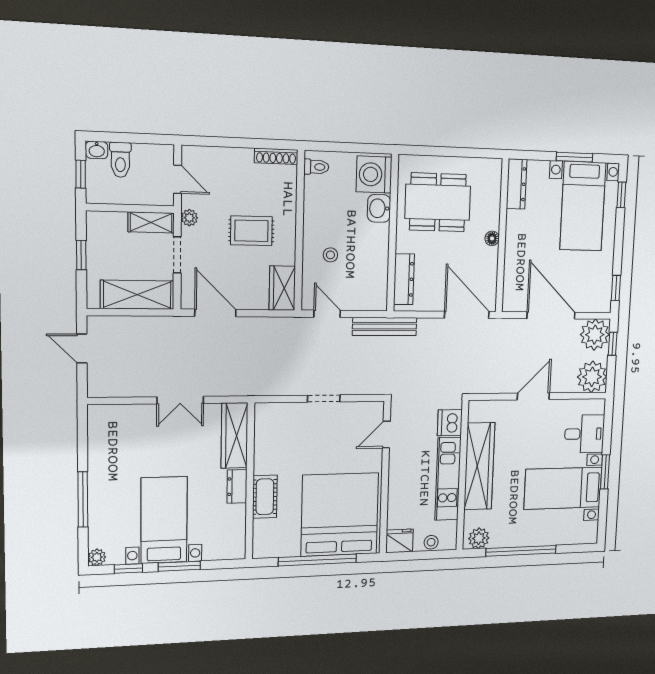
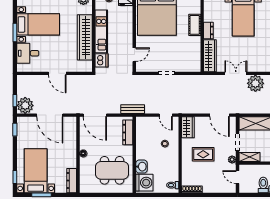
bench: (385, 327) -> (133, 109), width x0.73
plant: (592, 377) -> (255, 83), moved
door: (533, 396) -> (57, 73), hinge flipped

